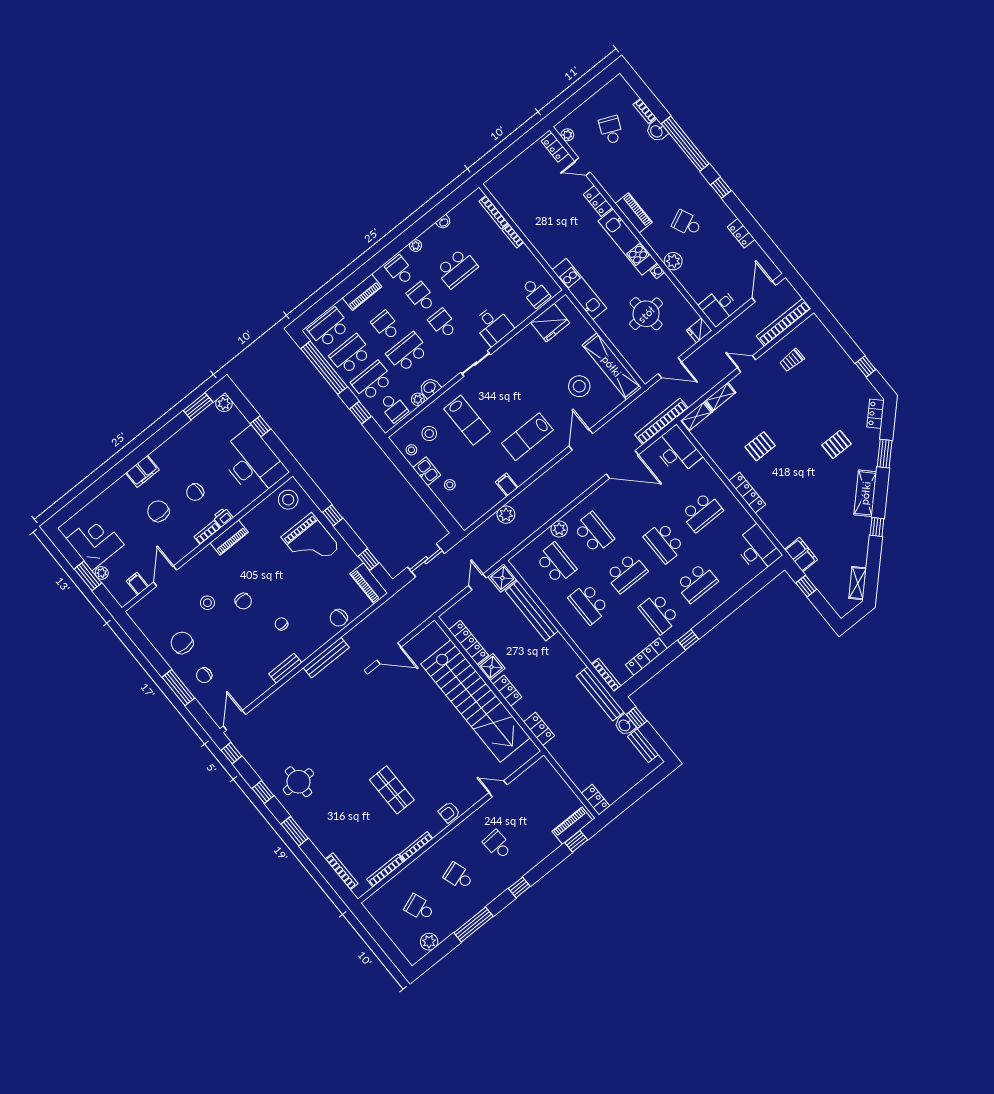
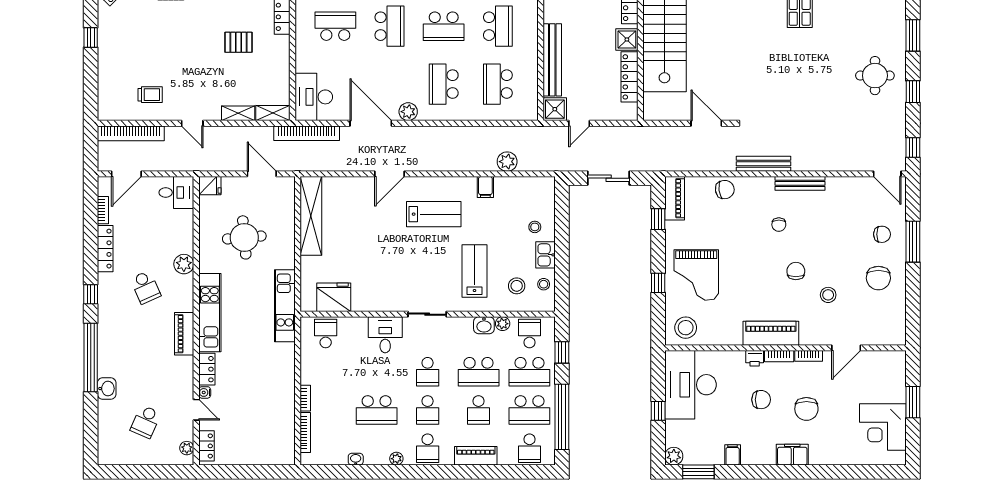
bookcase: (645, 111) -> (103, 210), moved
locker: (741, 233) -> (105, 249), width x1.53
school desk: (457, 268) -> (377, 410), turned 180
water cooler: (657, 271) -> (205, 392), moved
school desk: (329, 328) -> (529, 448), width x0.54
stool: (579, 386) -> (353, 221), removed
plant: (559, 529) -> (408, 112), moved
piano: (229, 537) -> (771, 333), width x1.37, depth x1.33
grand piano: (310, 542) -> (696, 275), turned 180
bookcase: (187, 549) -> (809, 356), added
plant: (102, 573) -> (899, 395), removed
school desk: (626, 573) -> (444, 26), turned 180
filing cabinet: (137, 584) -> (733, 455), moved, turned 180
bench: (285, 668) -> (800, 183), width x1.36
door: (235, 720) -> (887, 174), hinge flipped

